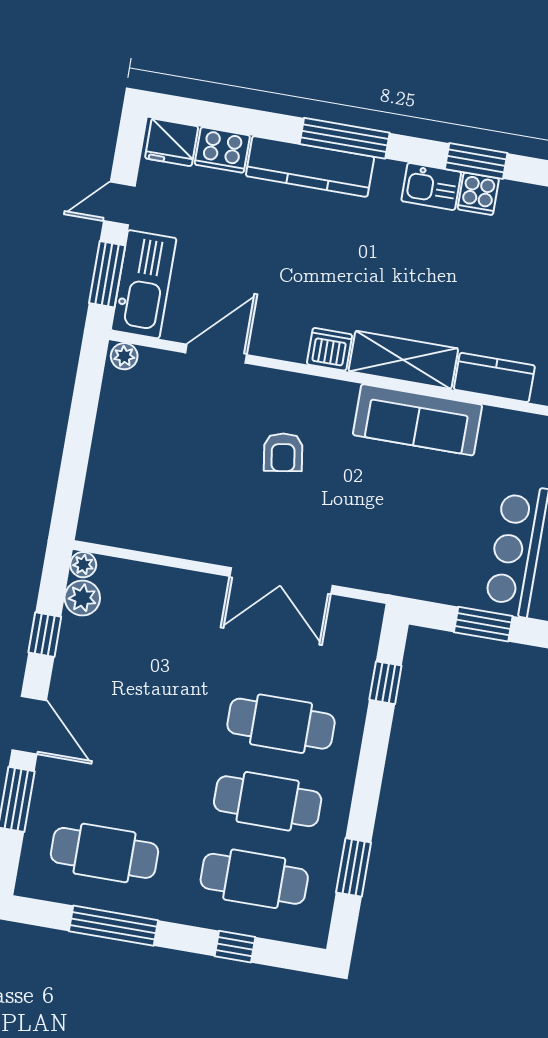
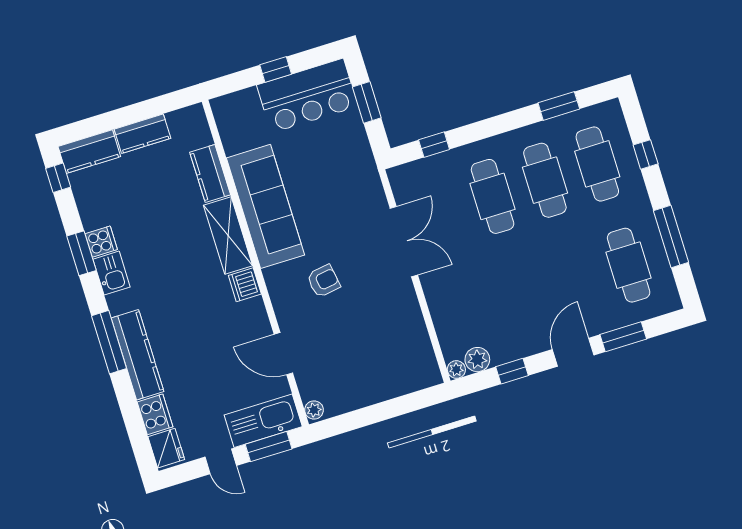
sofa: (417, 420) -> (265, 206), width x1.36, depth x1.27

